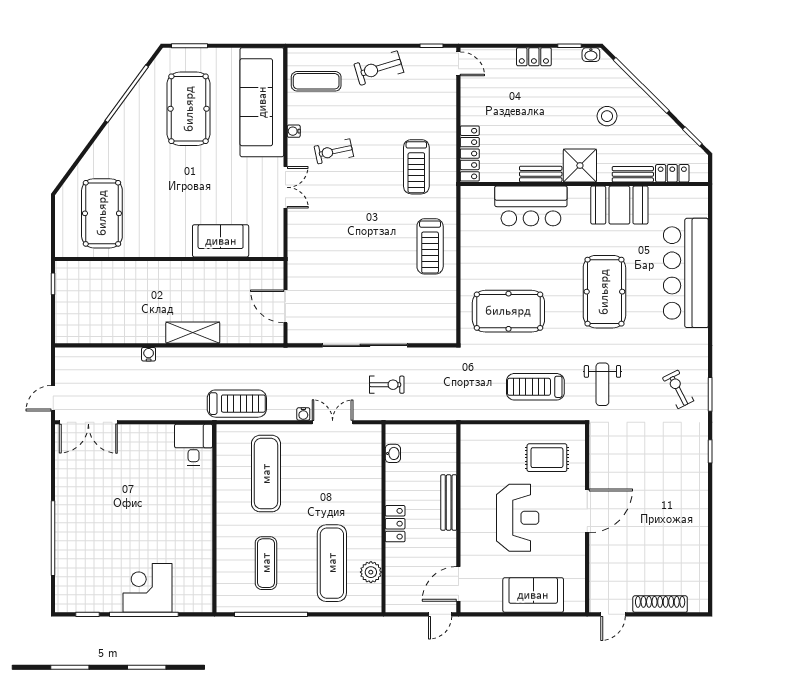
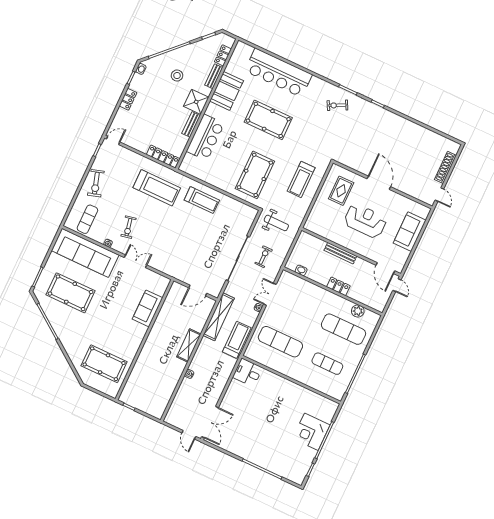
treadmill: (416, 167) -> (157, 188), width x1.37, depth x1.38
shelving: (260, 358) -> (219, 317), added
weight bench: (602, 384) -> (276, 223), moved

